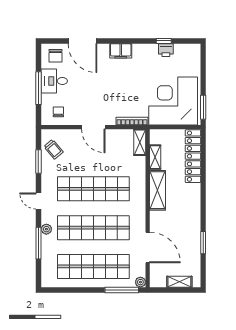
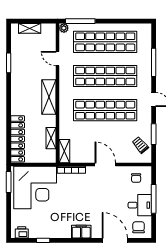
printer: (166, 50) -> (22, 232), moved
shelving: (158, 190) -> (49, 97), moved
plant: (46, 229) -> (147, 75), removed
door: (148, 247) -> (57, 59), width x0.53

